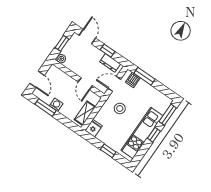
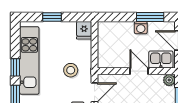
kitchen sink: (57, 75) -> (161, 60), added
door: (85, 84) -> (139, 71), moved
shelving: (85, 113) -> (104, 40), removed

